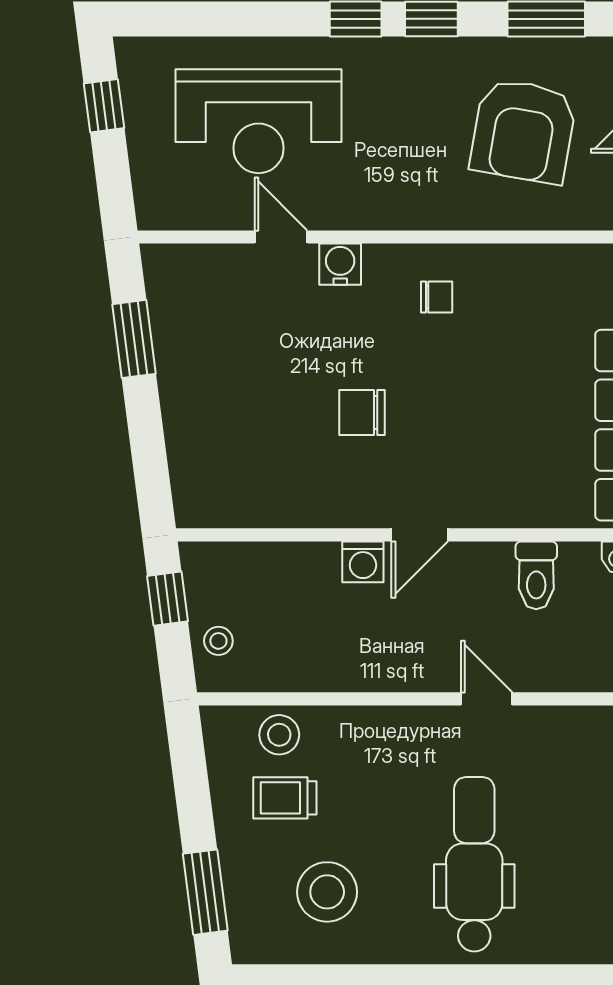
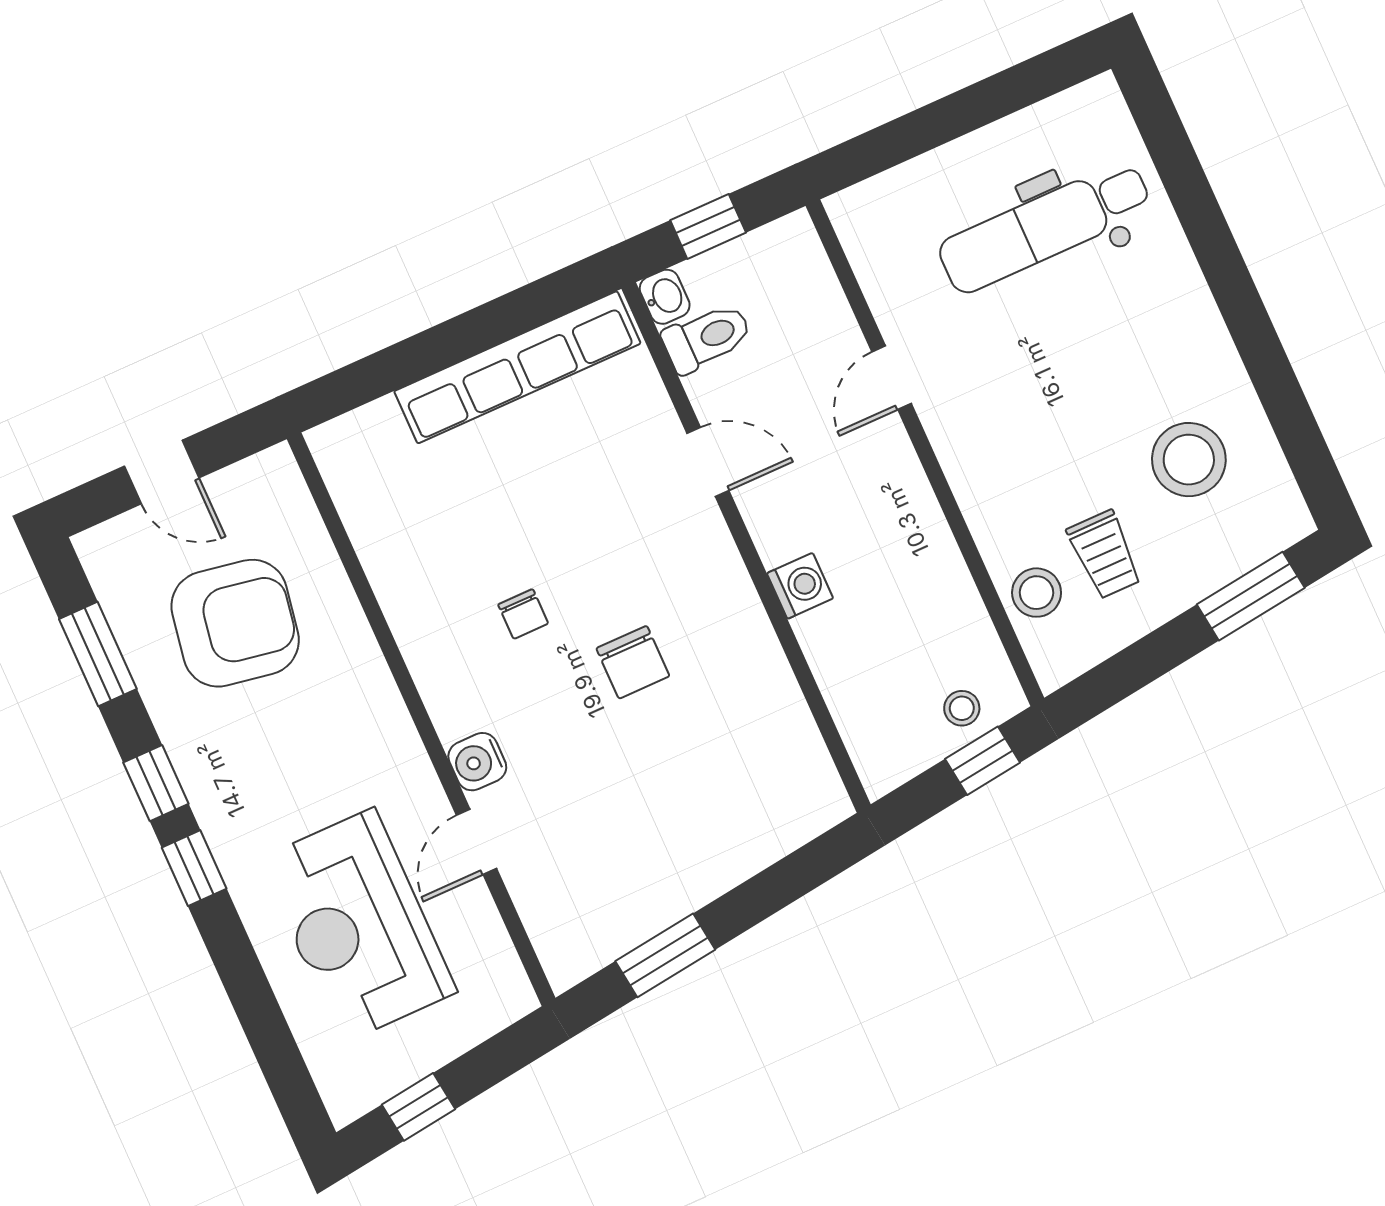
reception desk: (259, 121) -> (358, 926), turned 180
chair: (437, 297) -> (523, 614), moved, turned 180
door: (420, 535) -> (708, 462), moved
toilet: (536, 575) -> (707, 338), moved
window: (167, 599) -> (983, 761), moved
dental chair: (474, 864) -> (1045, 227), moved

